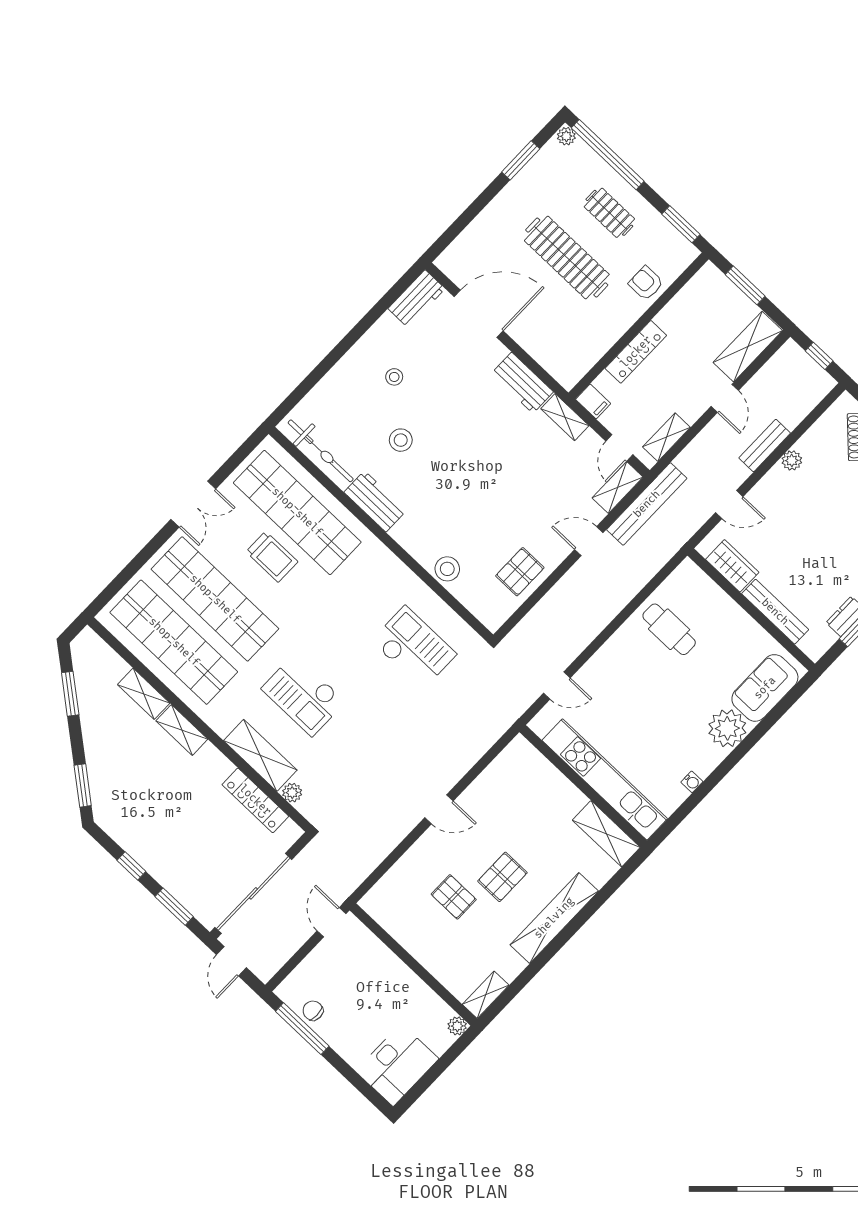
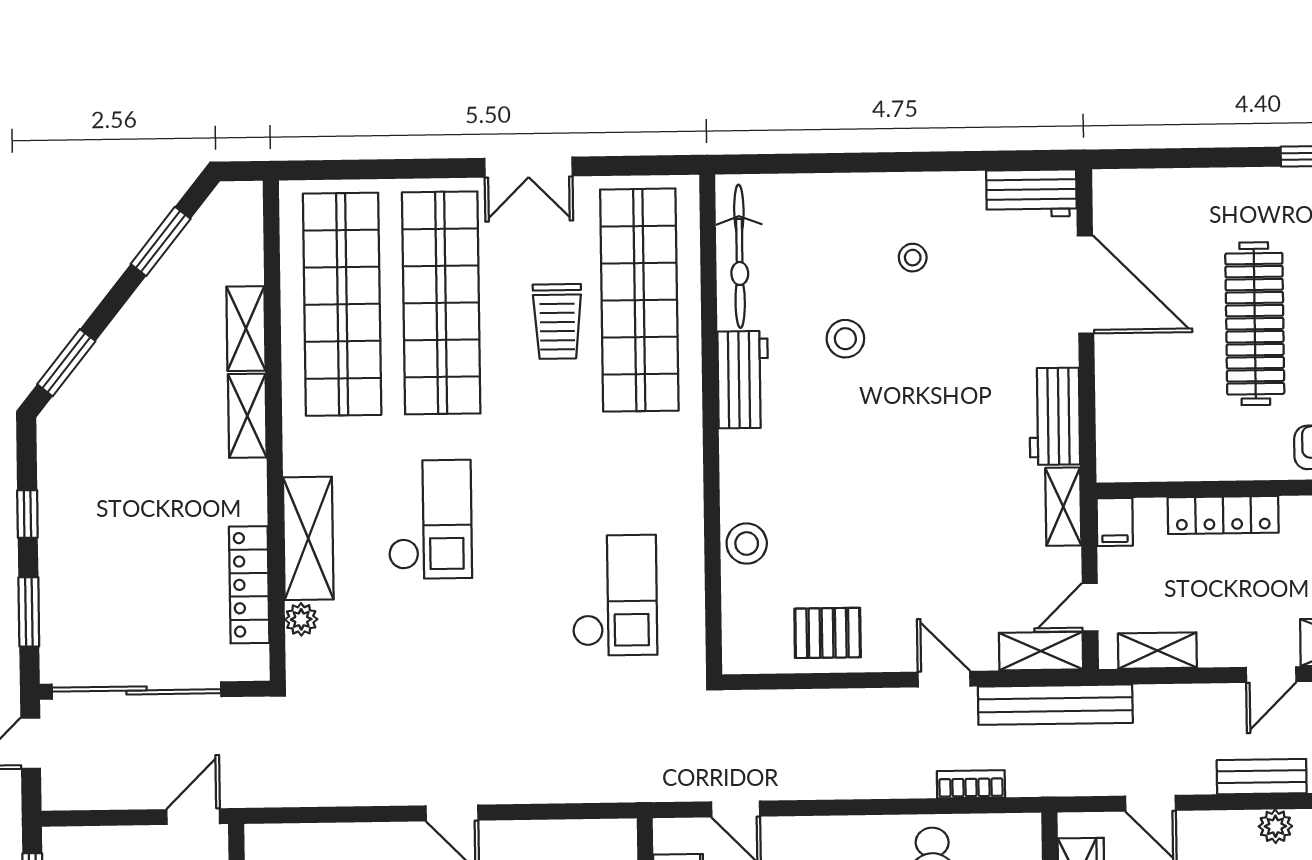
bookcase: (645, 574) -> (971, 784), added
checkout: (303, 695) -> (430, 519), turned 180

